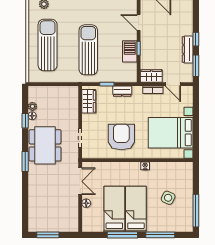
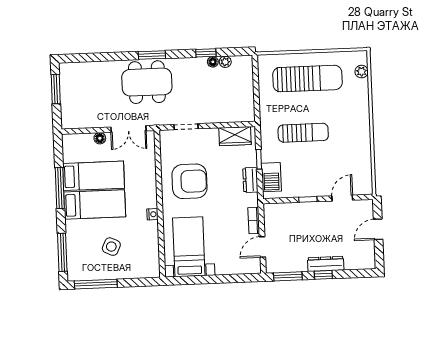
sun lounger: (88, 50) -> (303, 133), width x0.73, depth x0.75
dresser: (188, 50) -> (326, 264), moved
barbecue: (130, 51) -> (271, 177), moved, turned 90
wardrobe: (151, 76) -> (272, 218), removed
bed with nightstands: (171, 133) -> (189, 247), width x0.73
dining table: (45, 145) -> (147, 82), moved
window: (160, 235) -> (62, 252), moved

